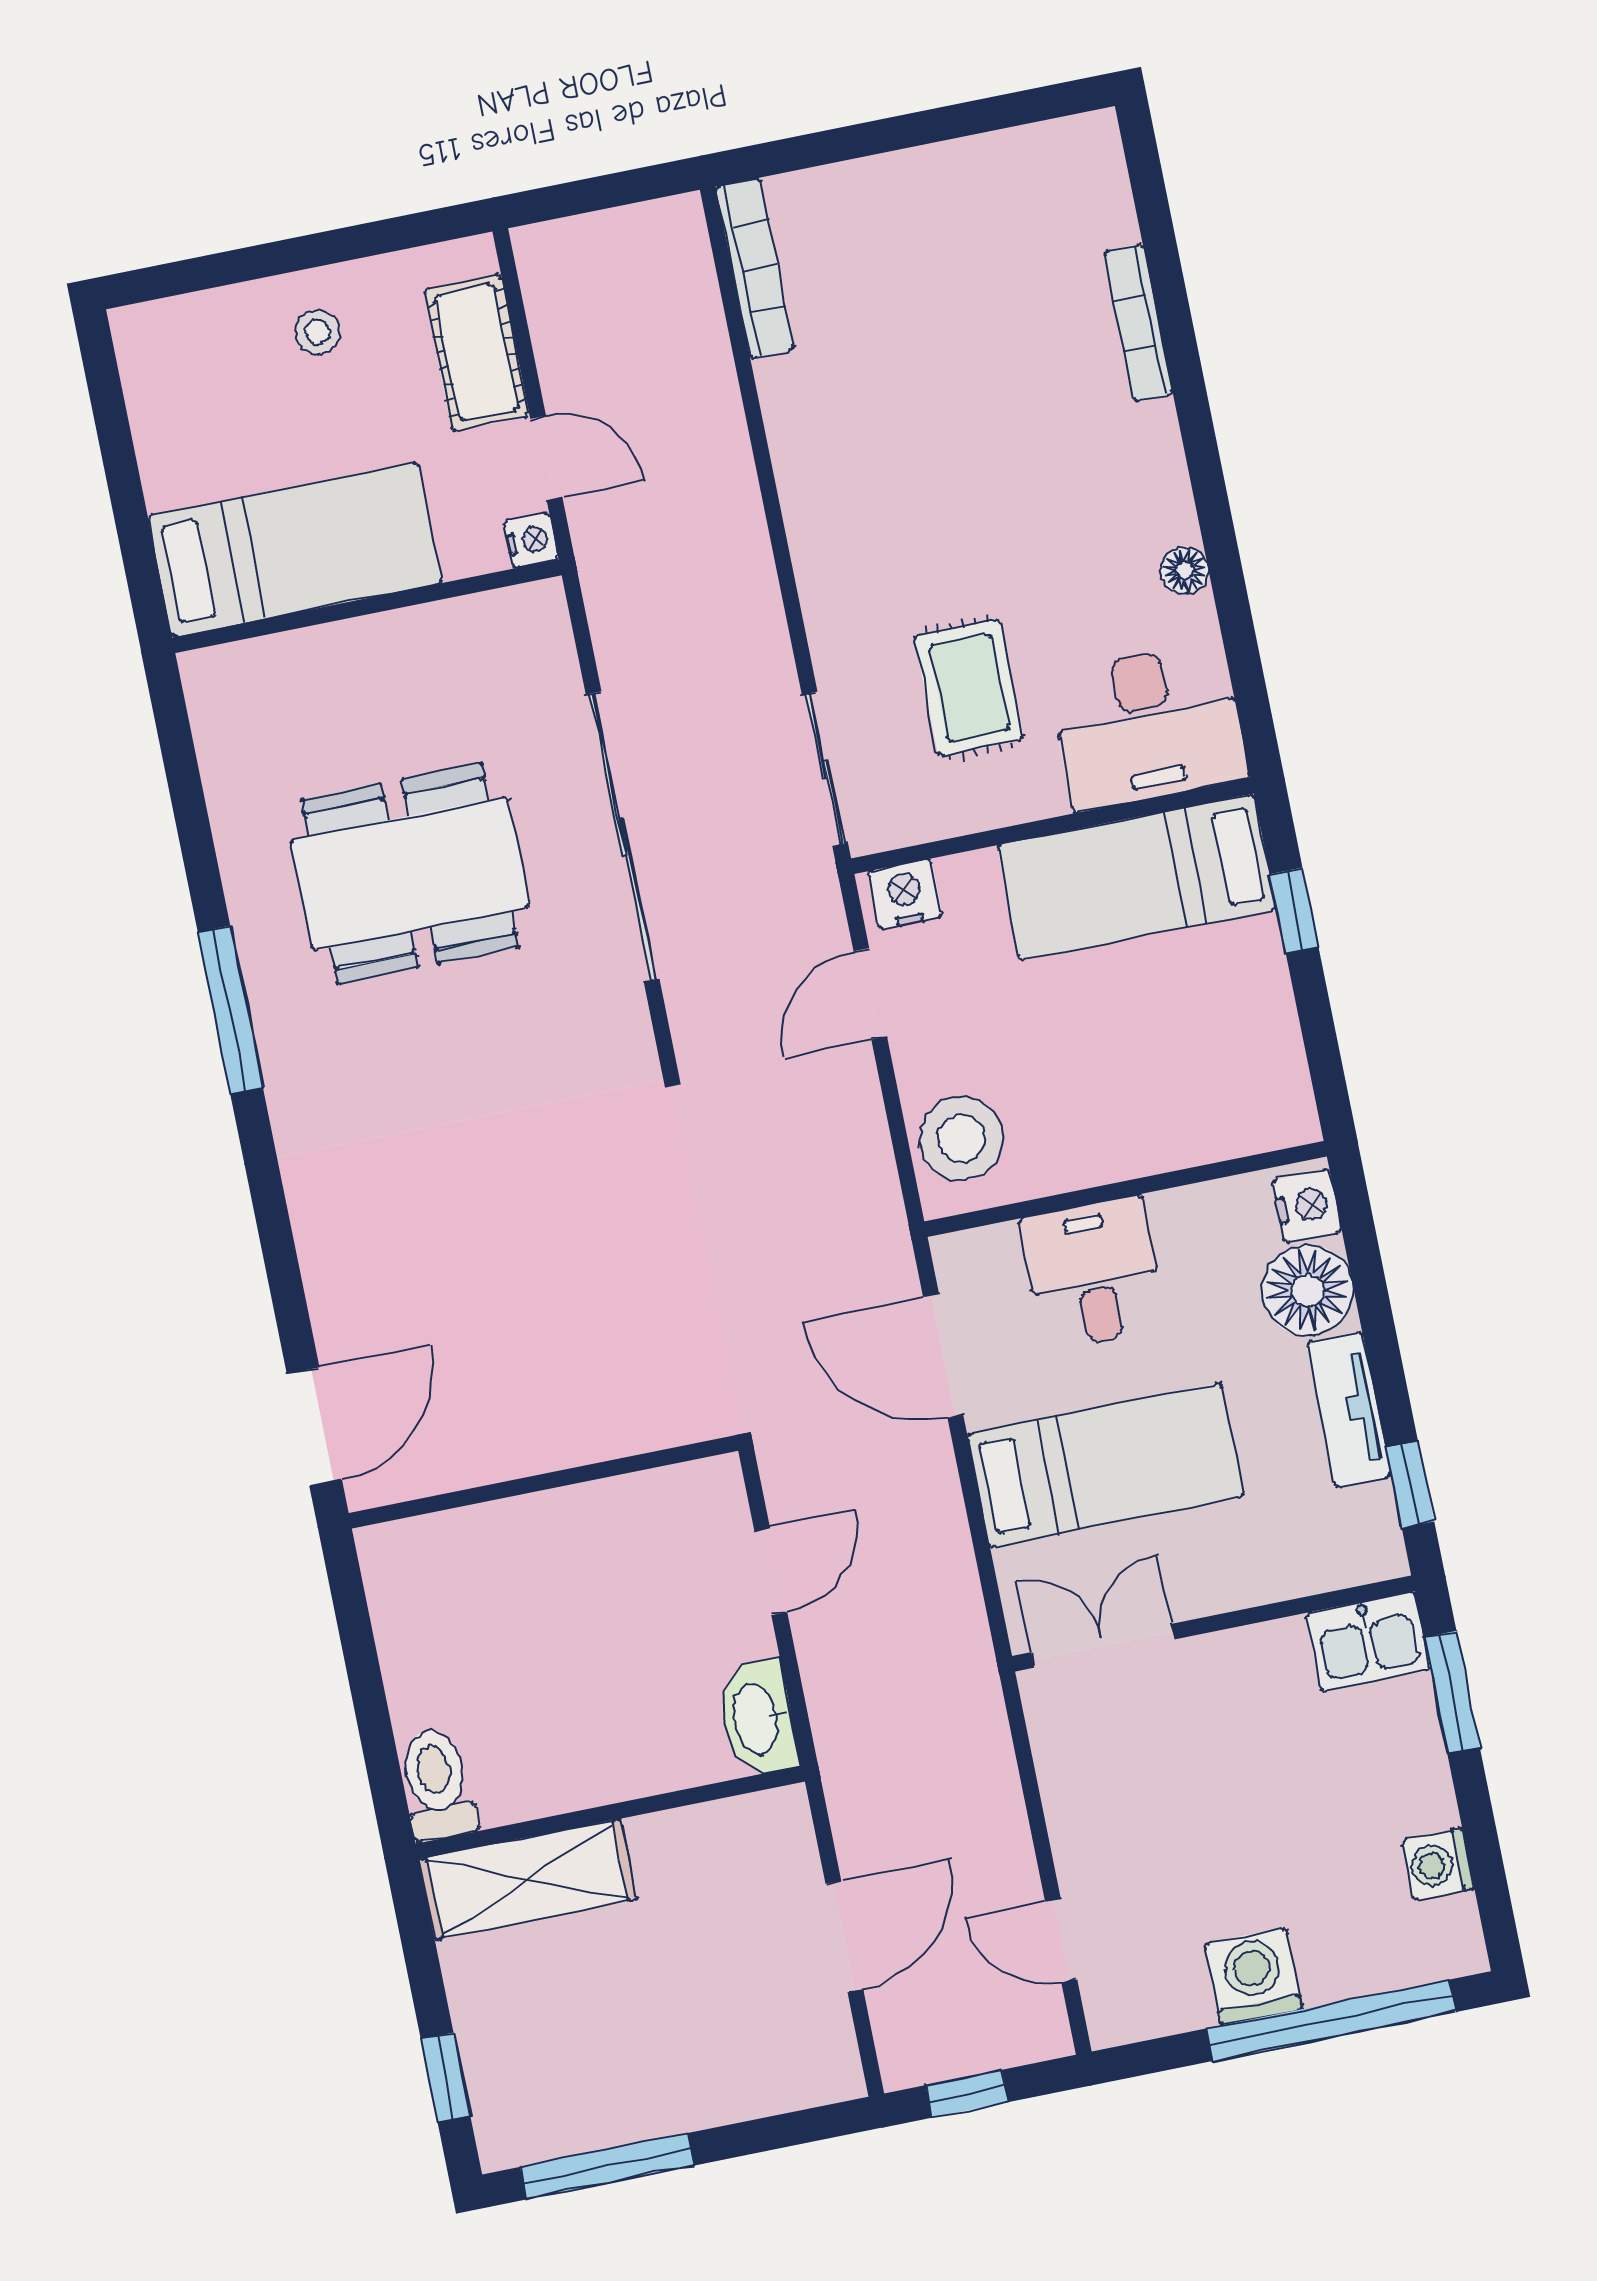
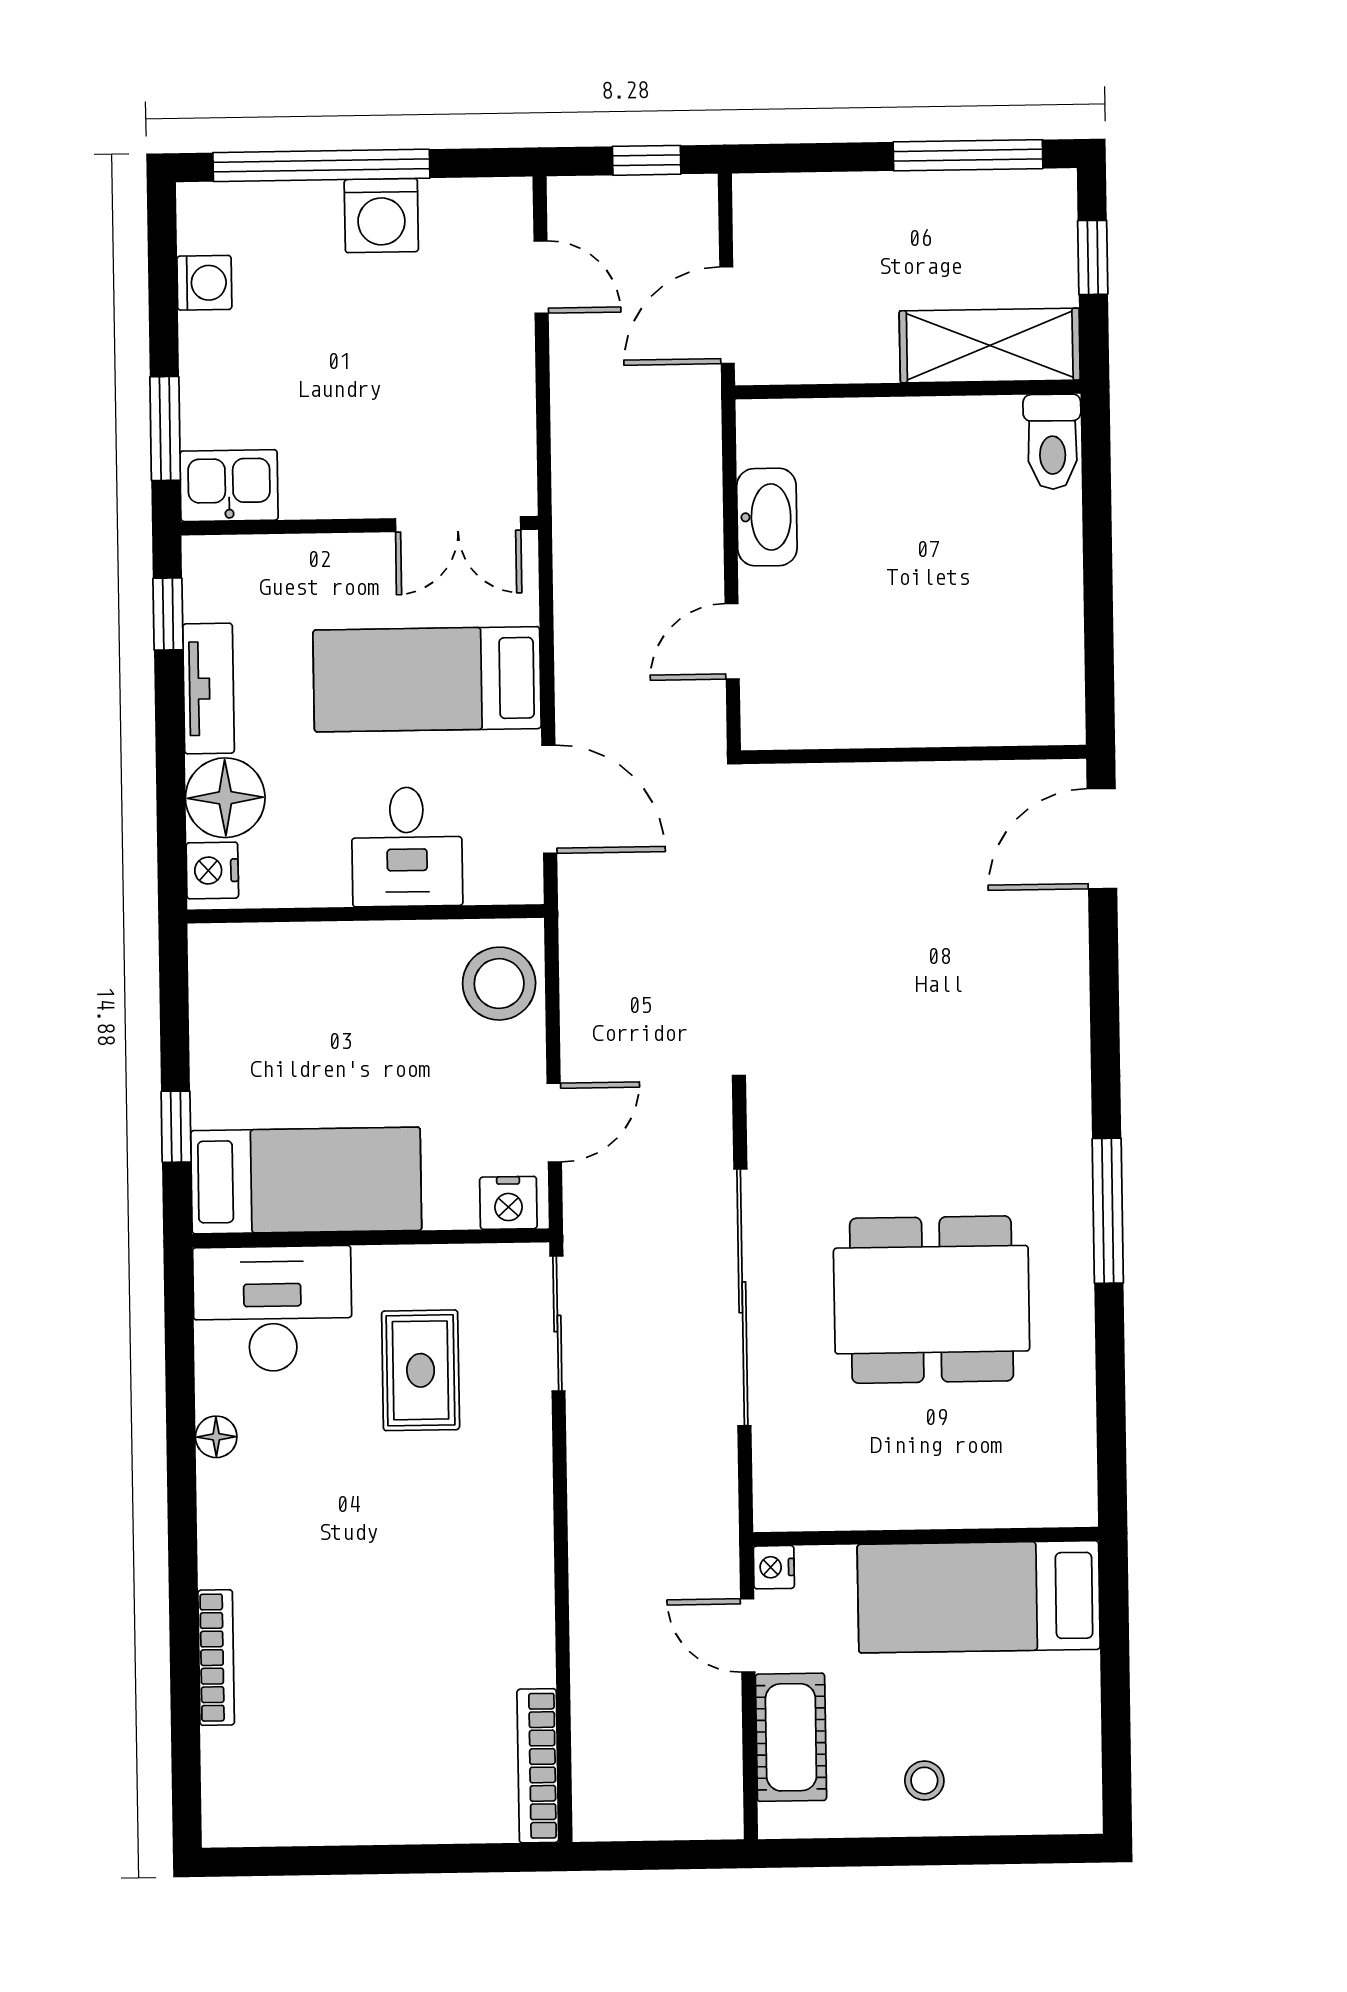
toilet: (437, 1784) -> (1052, 442), moved
wall: (610, 1813) -> (908, 390), moved
shelving: (527, 1879) -> (990, 345), moved

